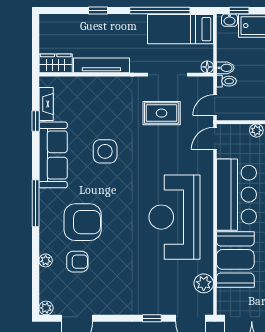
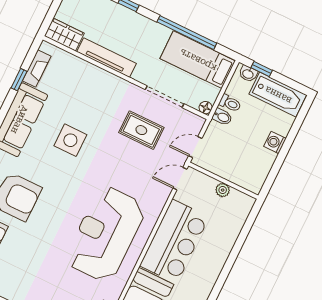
toilet: (226, 81) -> (230, 103), moved

